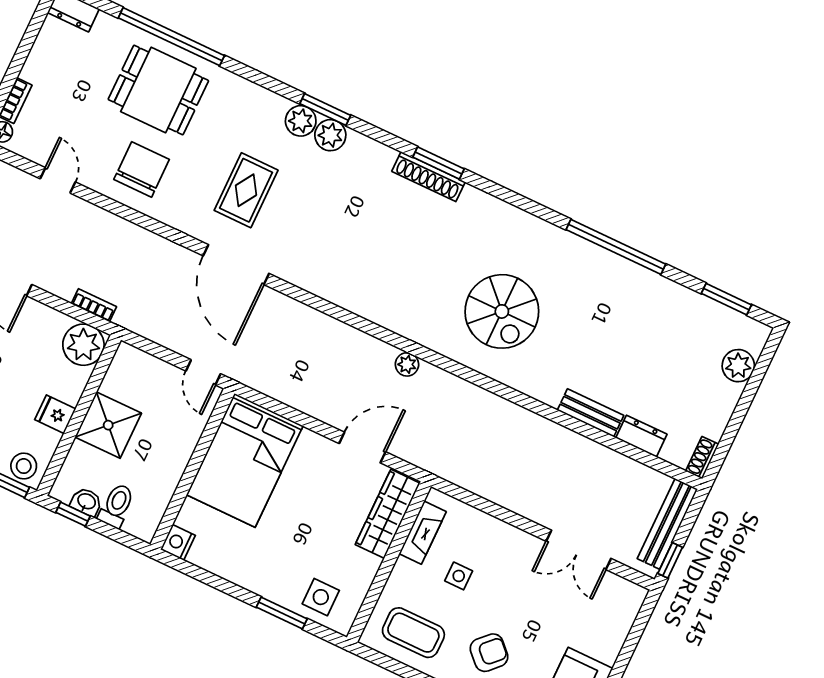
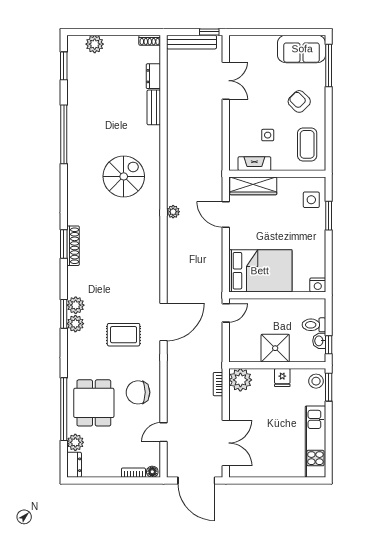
plant: (109, 30) -> (75, 442), added

